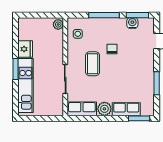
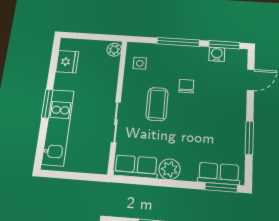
fridge: (25, 49) -> (67, 62), moved
row of seats: (126, 109) -> (219, 173), moved

